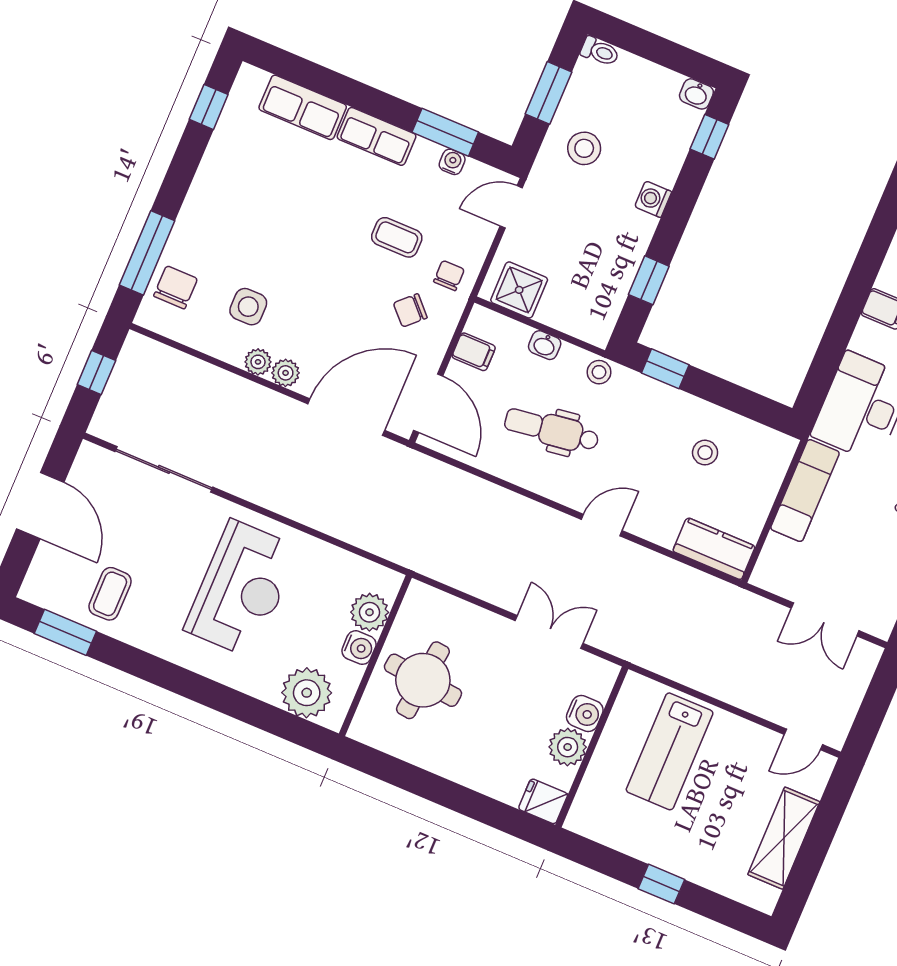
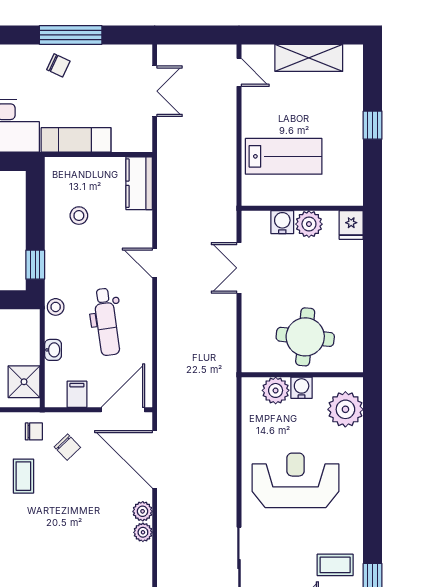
chair: (449, 276) -> (34, 431), turned 180
side table: (248, 307) -> (110, 554), removed

